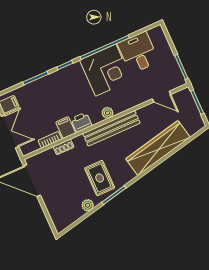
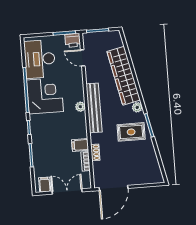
desk: (138, 53) -> (40, 59), width x1.37
door: (161, 97) -> (83, 58), swing flipped
printer: (81, 122) -> (73, 40), moved, turned -90
plant: (88, 205) -> (137, 107), moved

